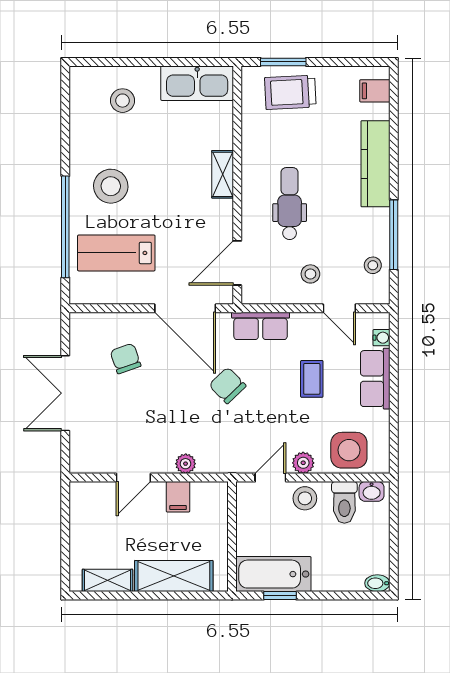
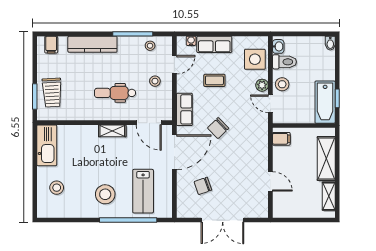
shelving: (223, 174) -> (112, 131), moved
plant: (186, 464) -> (262, 152), removed
filing cabinet: (178, 497) -> (281, 139), moved

